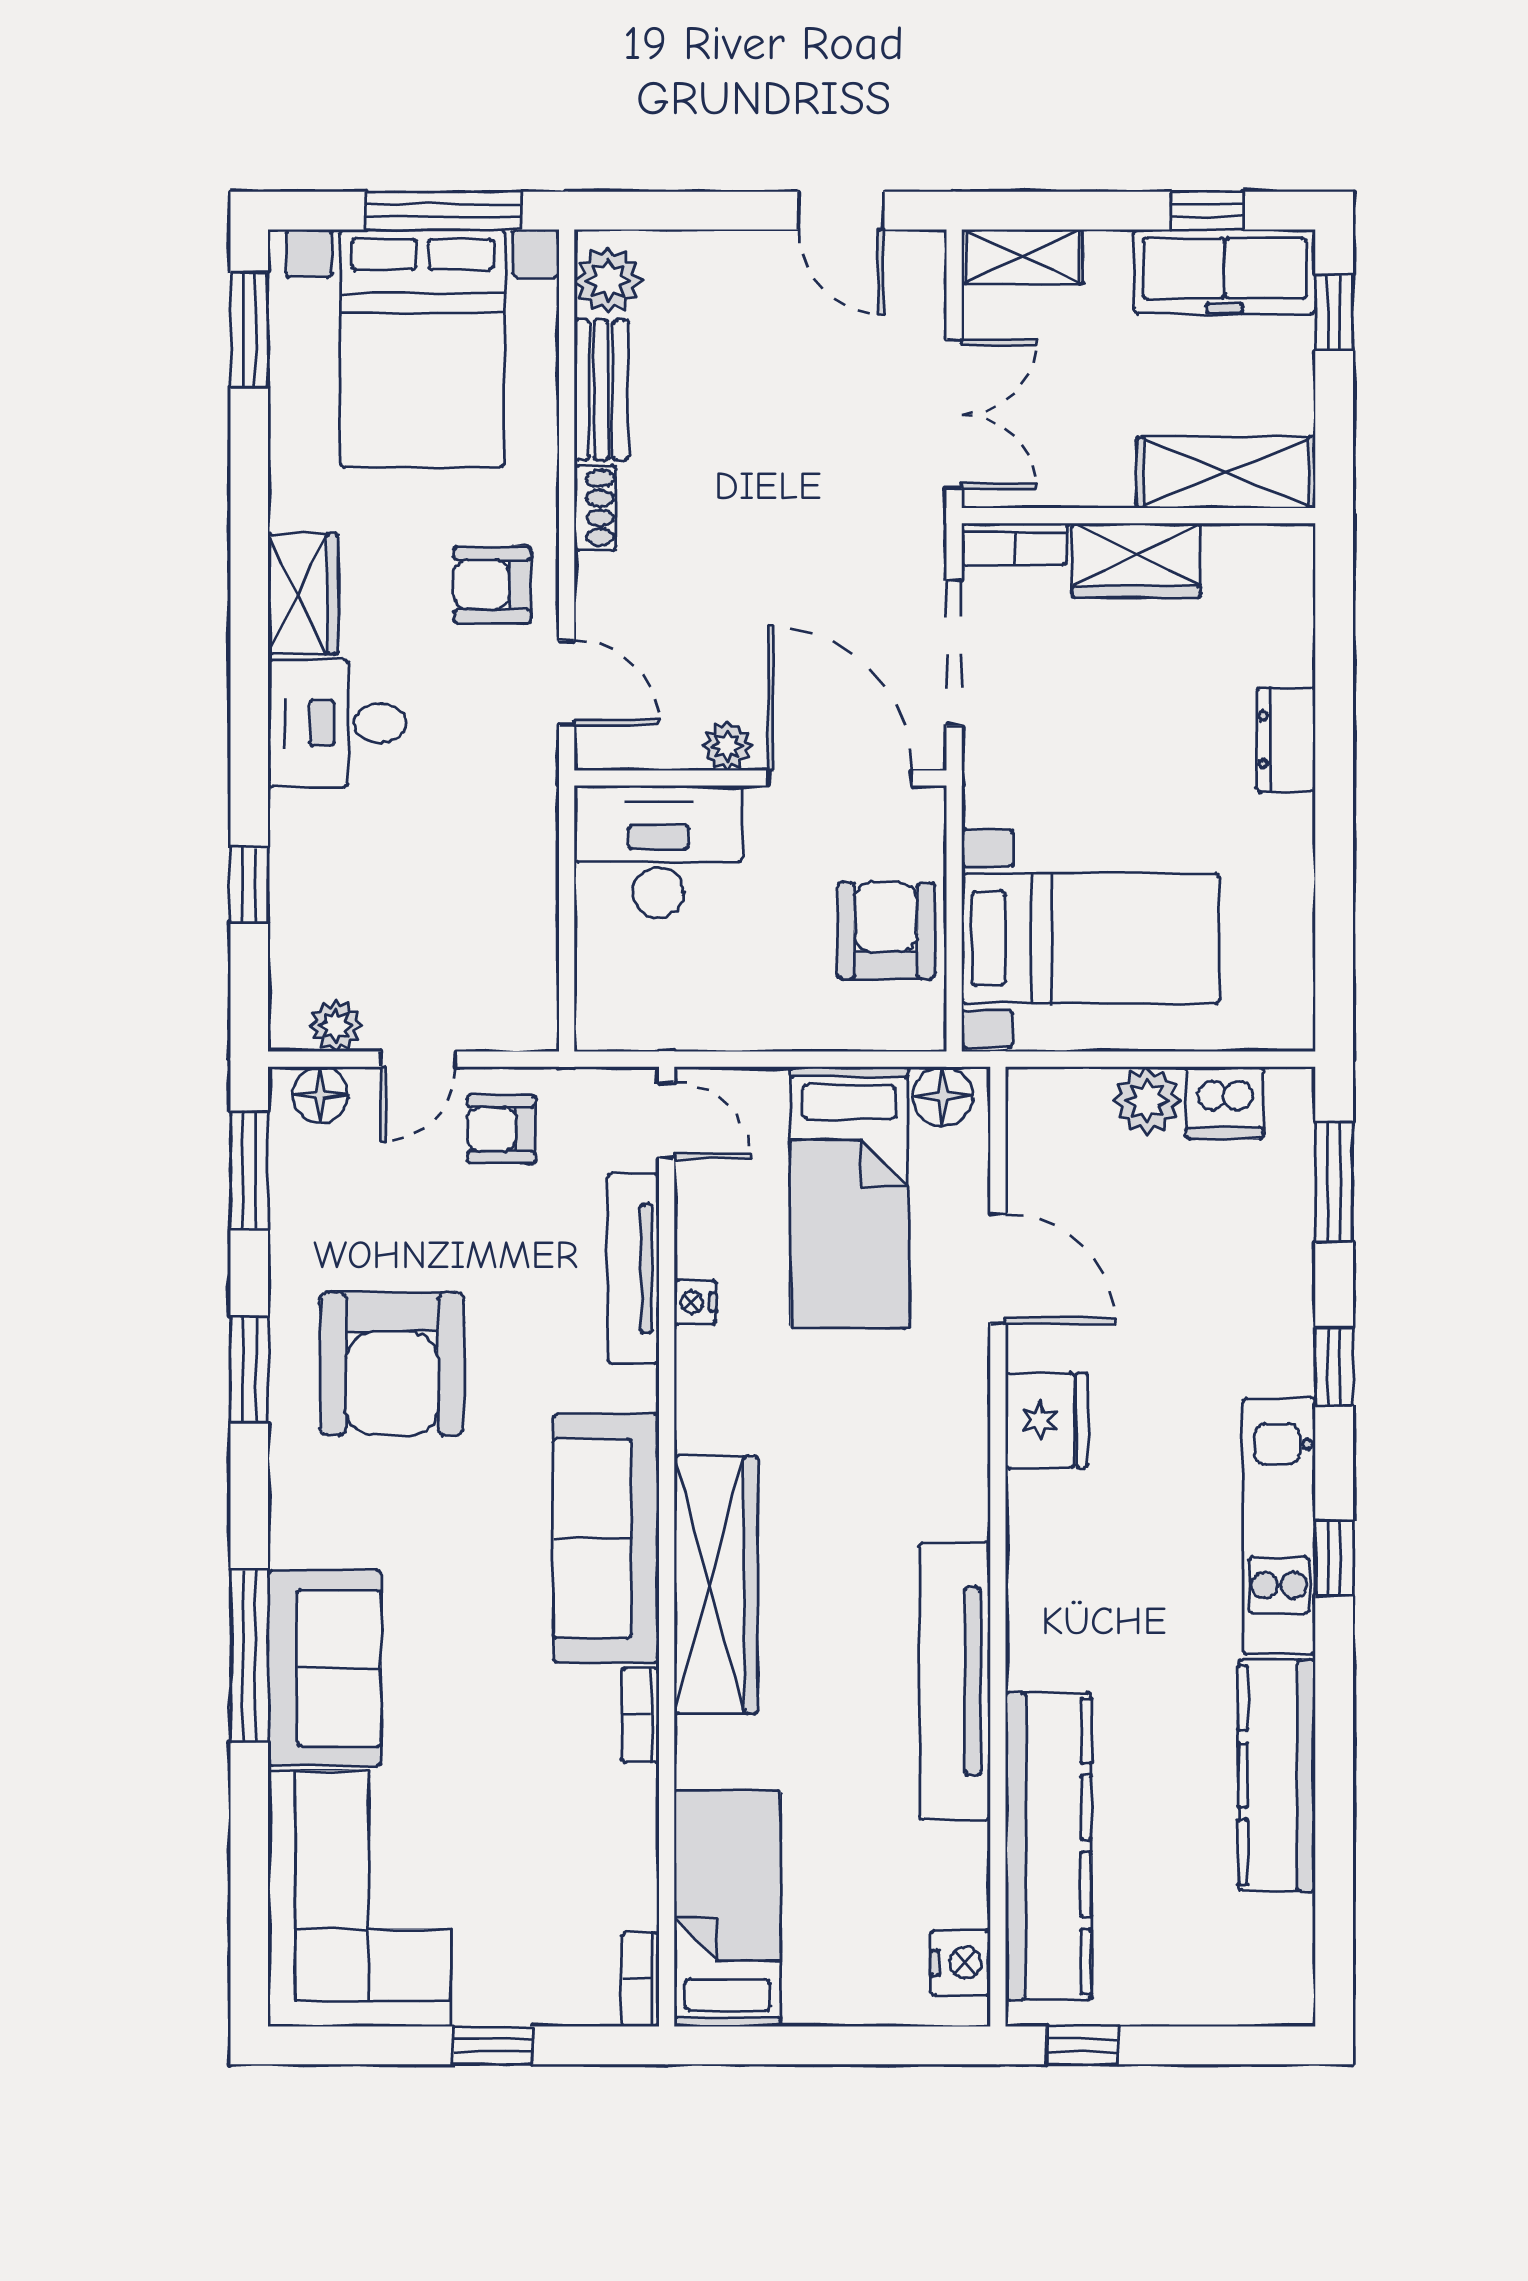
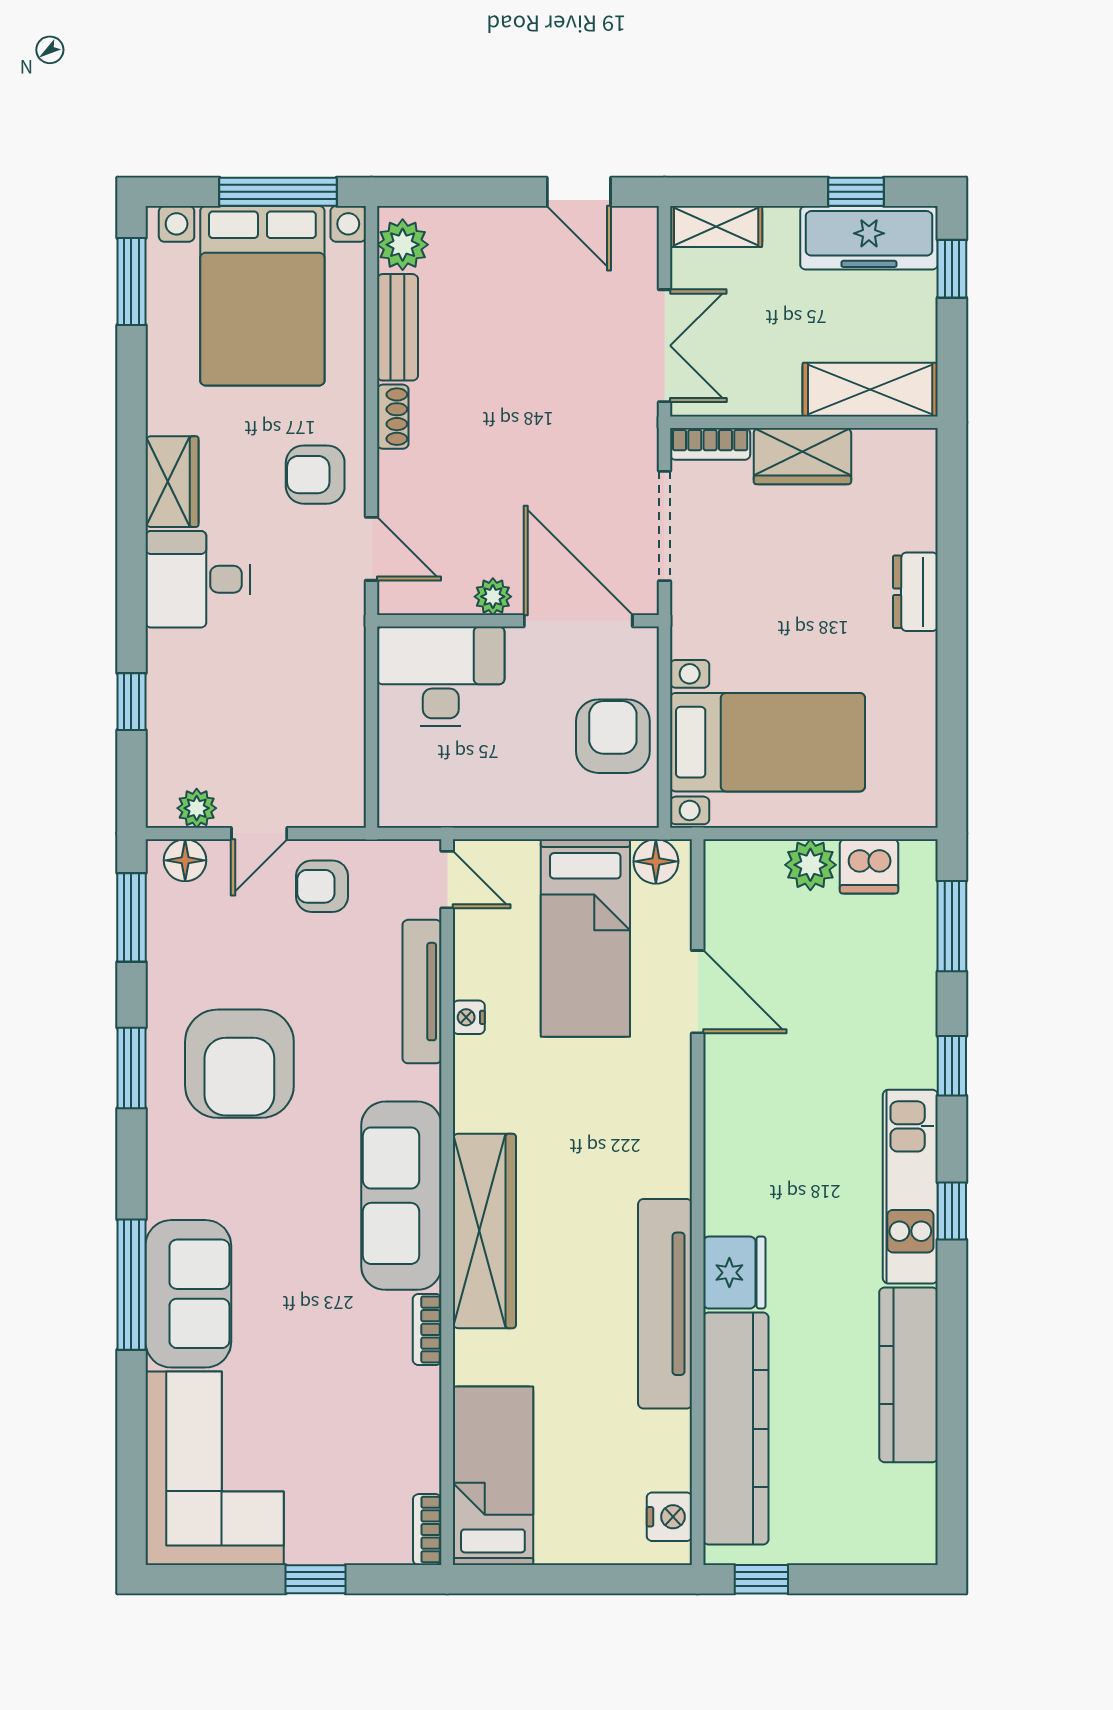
fridge: (1046, 1420) -> (734, 1273), moved

